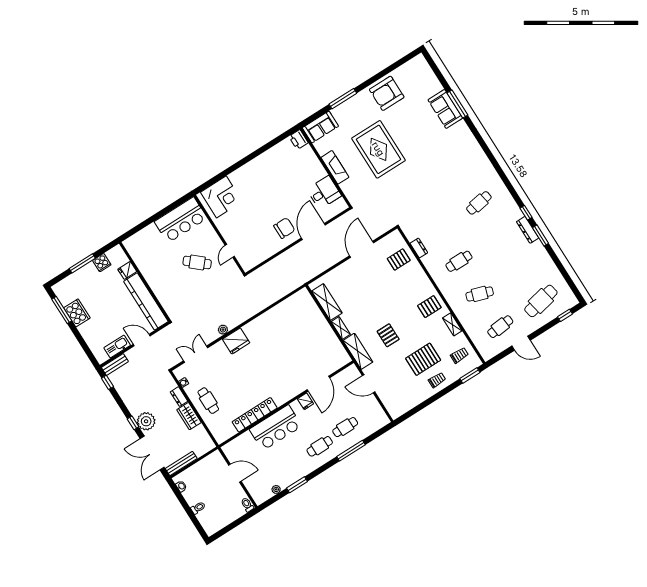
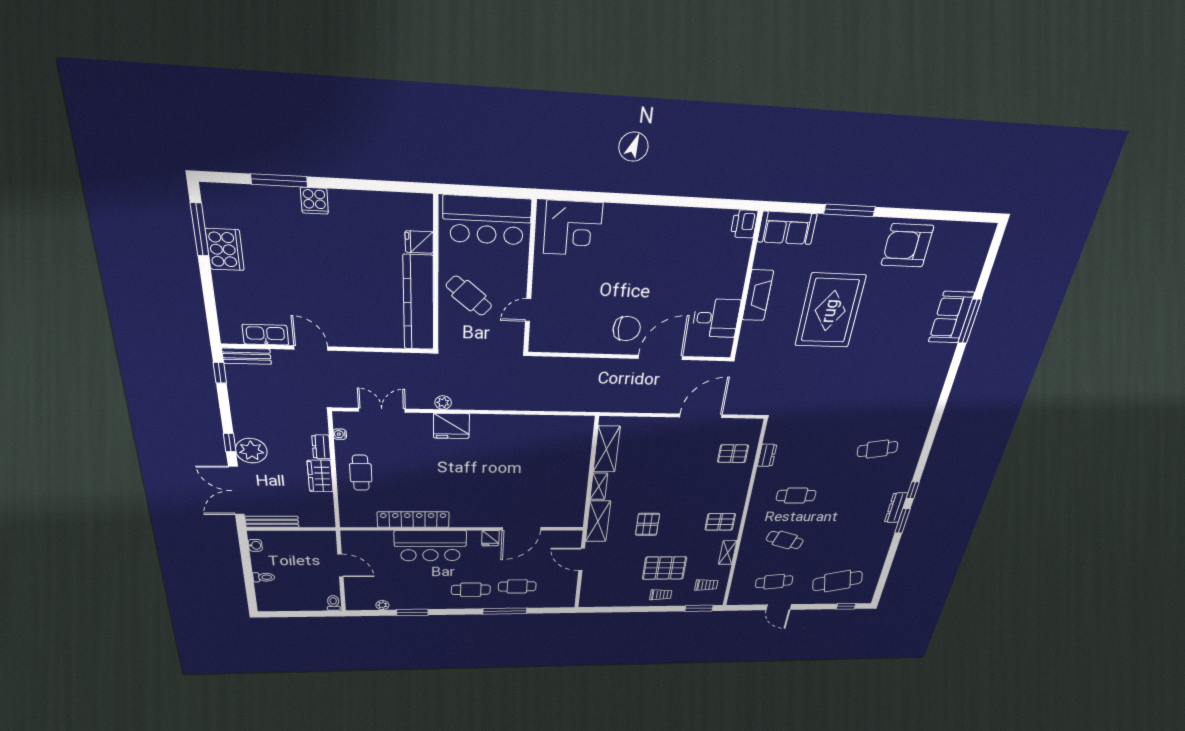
fridge: (127, 270) -> (419, 242), moved
wall: (145, 282) -> (436, 275), moved
kitchen counter: (146, 301) -> (419, 303), moved

